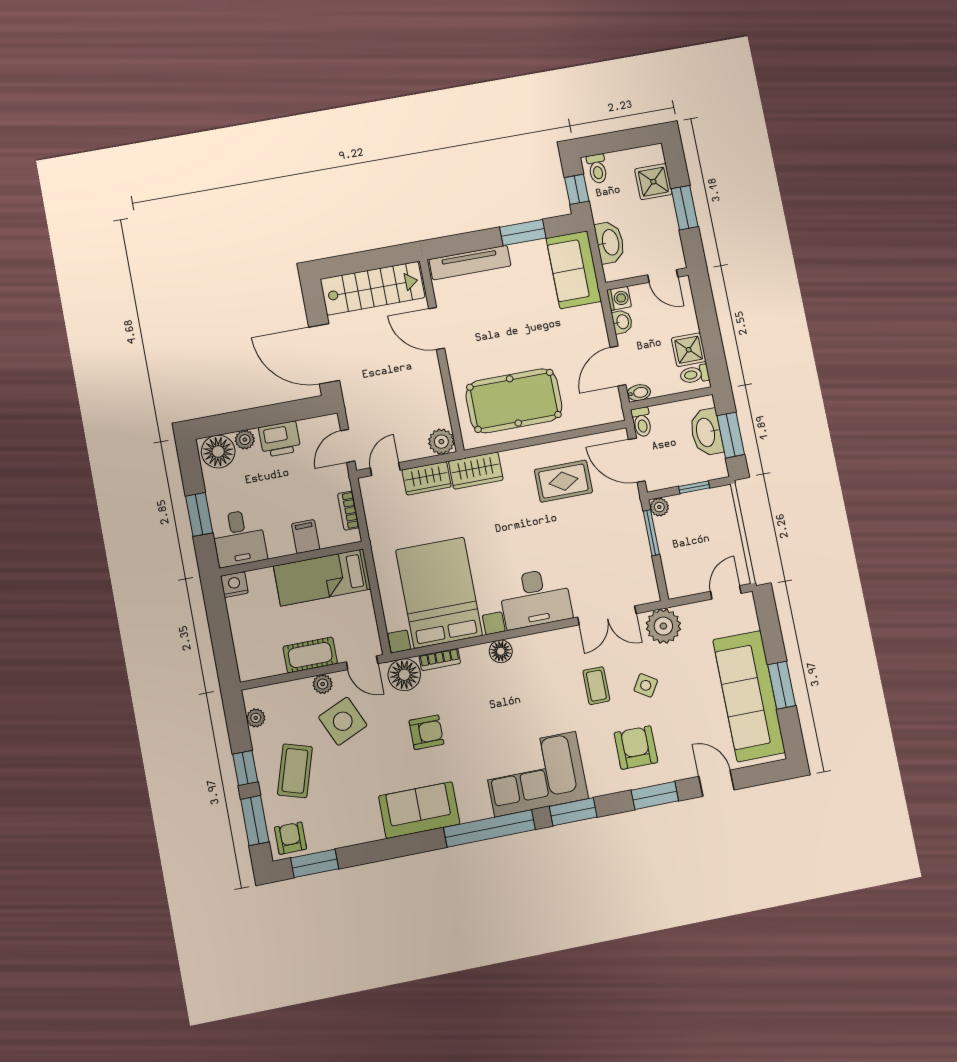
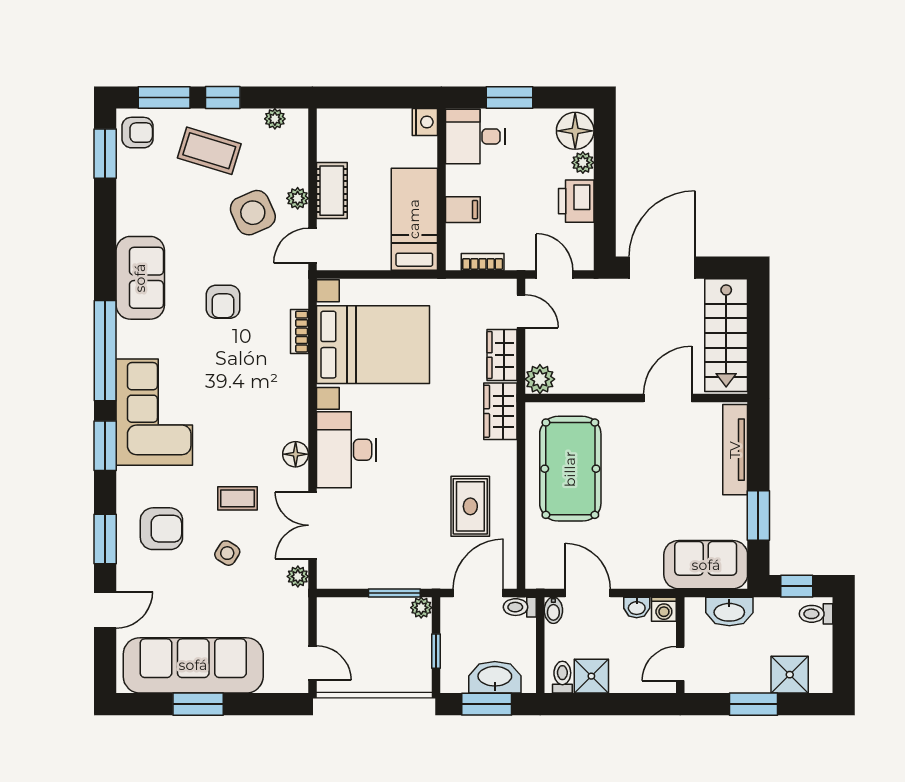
plant: (663, 626) -> (298, 576), width x0.53, depth x0.53
floor lamp: (501, 651) -> (296, 454), moved
floor lamp: (404, 675) -> (290, 289), removed

